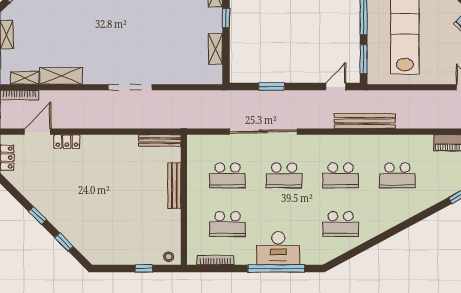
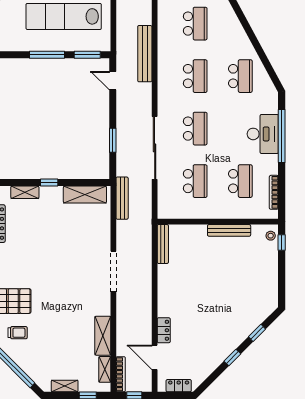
shelving: (215, 49) -> (85, 195), width x1.50, depth x1.33
bench: (209, 97) -> (122, 198), added
bench: (174, 186) -> (229, 230), moved
window: (144, 268) -> (282, 242), moved

